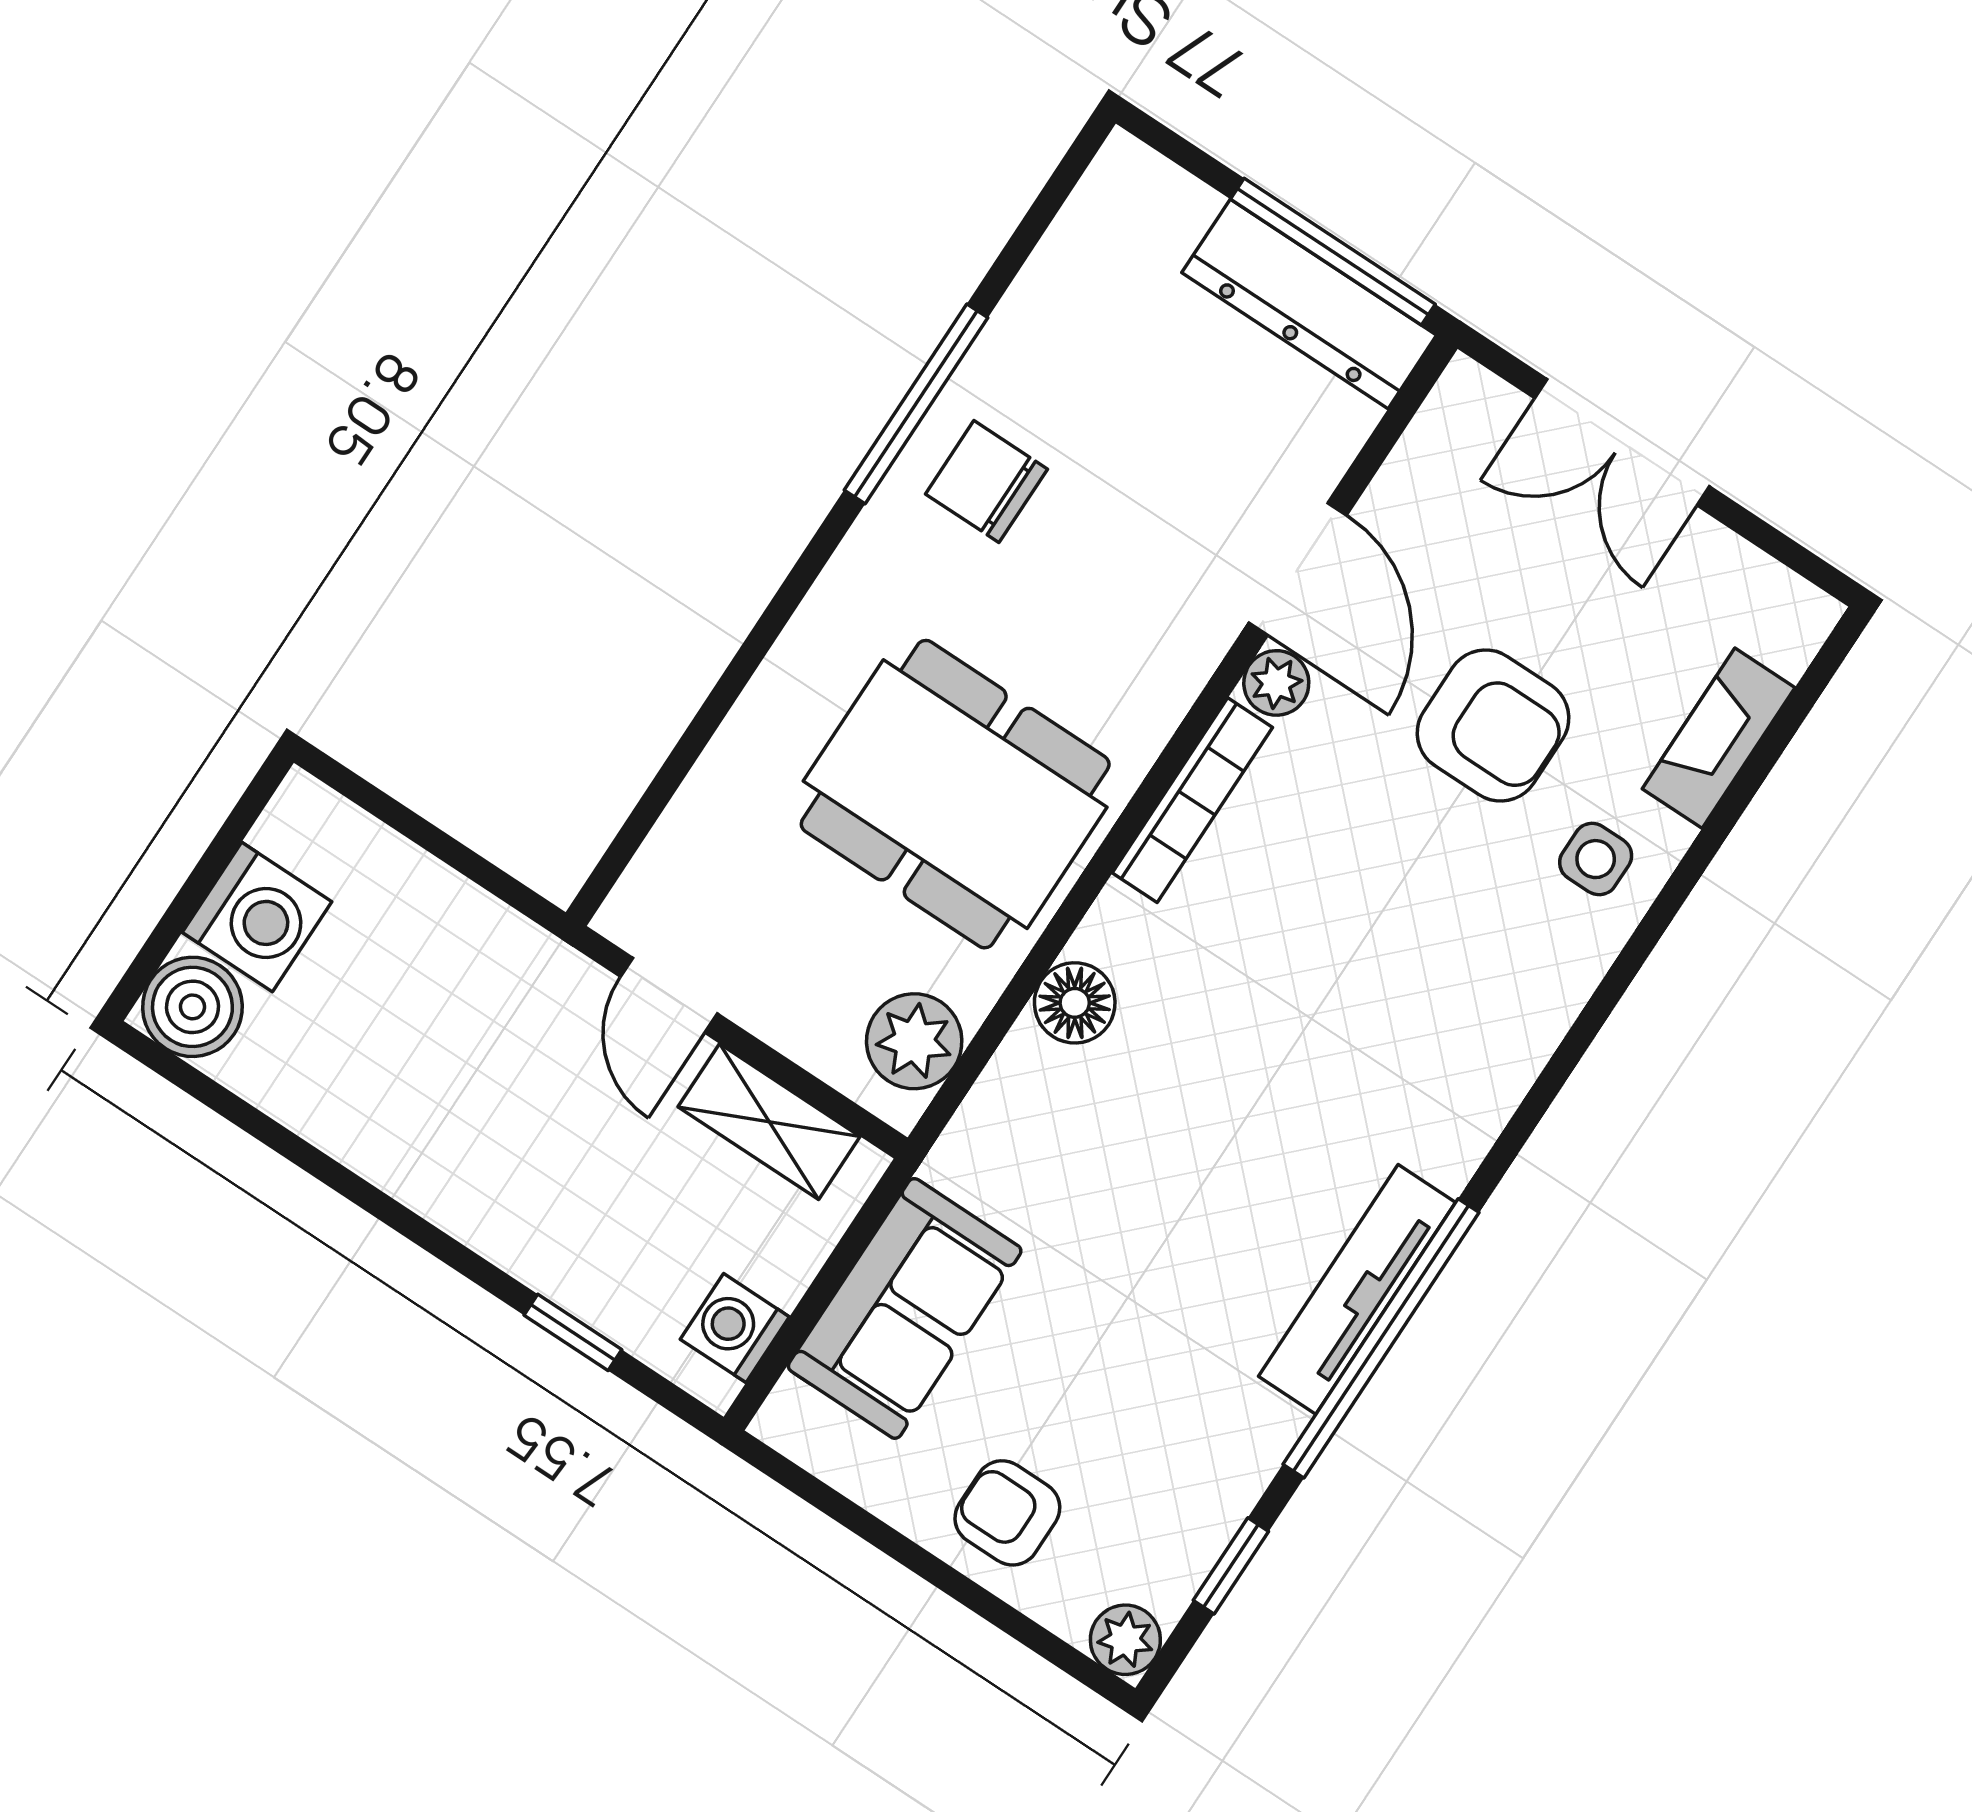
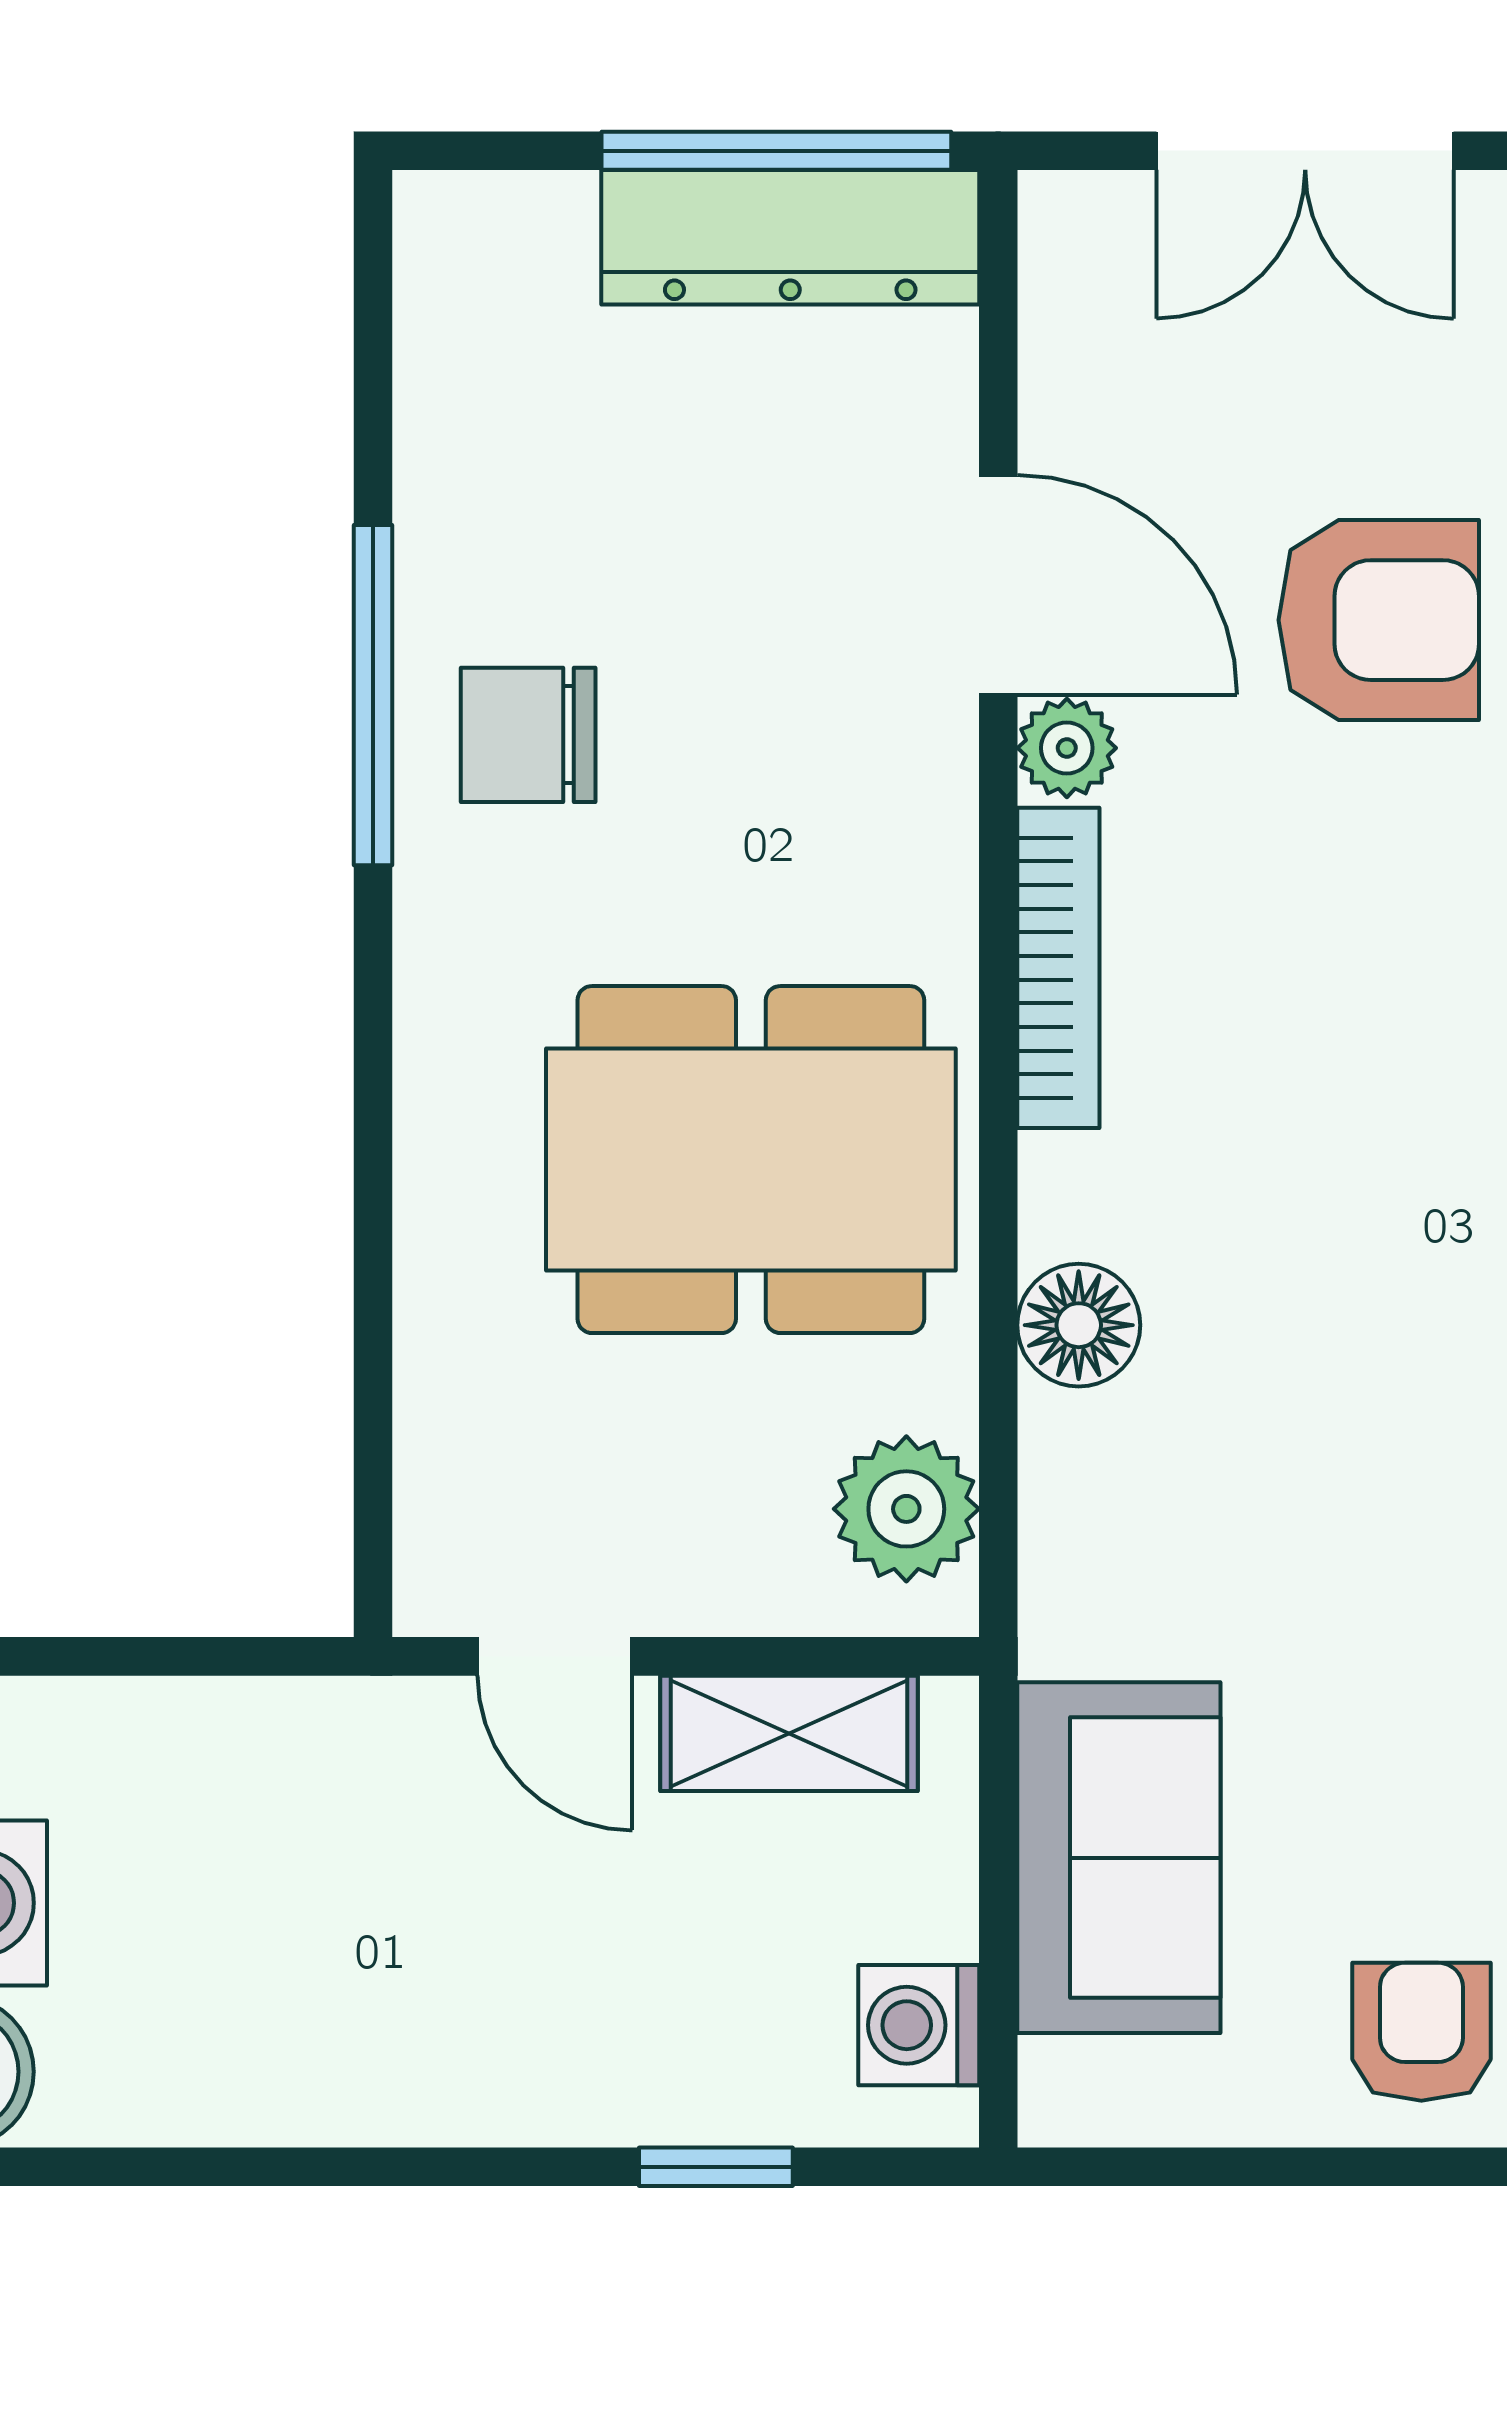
armchair: (1007, 1513) -> (1421, 2032), turned 90

